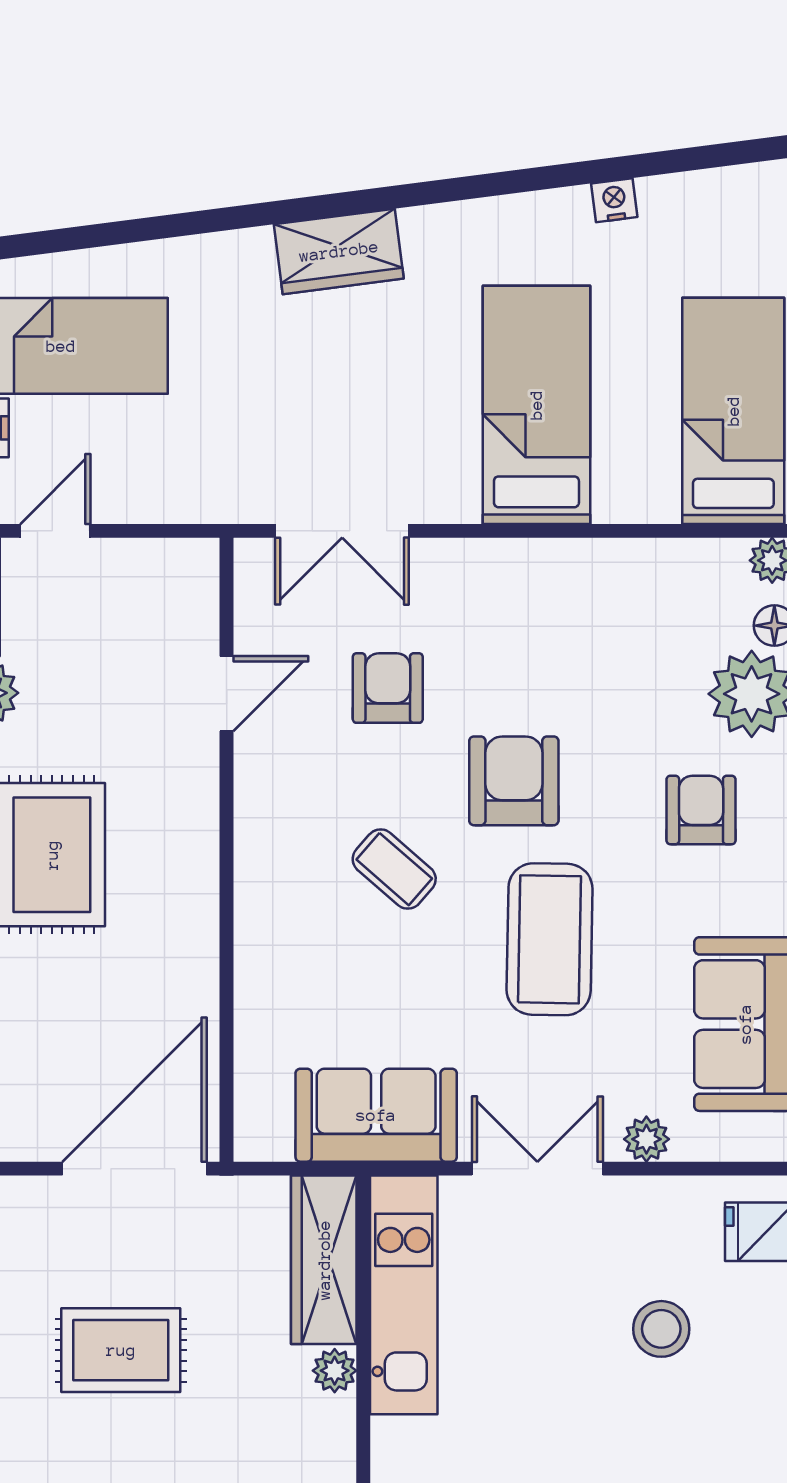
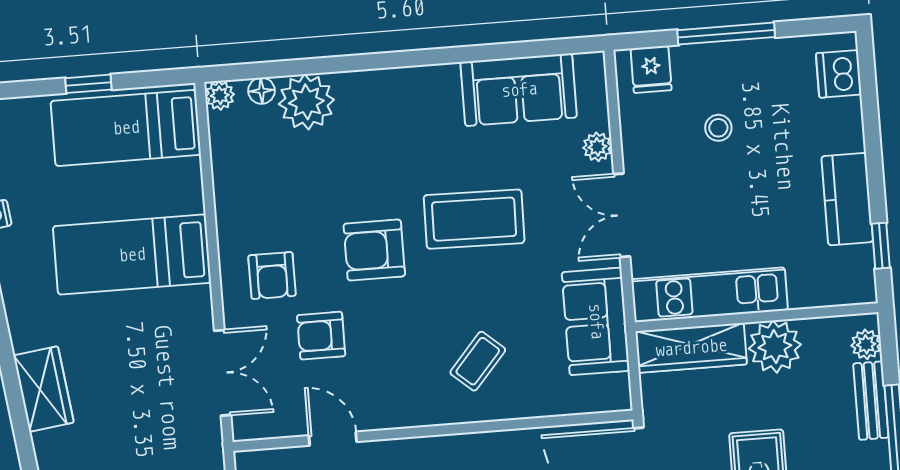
armchair: (701, 810) -> (272, 276), moved, turned -90
coffee table: (394, 869) -> (478, 361), moved
stool: (661, 1329) -> (718, 128), width x0.73, depth x0.73
plant: (335, 1371) -> (775, 347), width x1.88, depth x1.88

